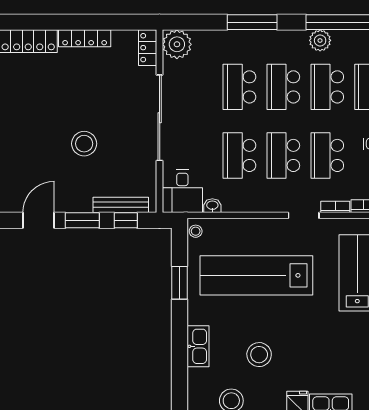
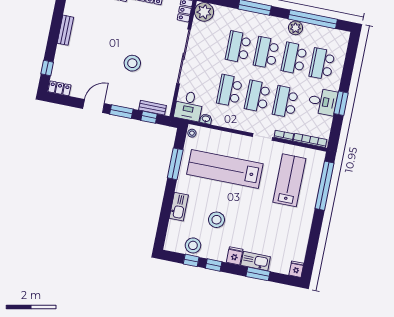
bench: (121, 205) -> (152, 108), width x0.73
window: (180, 283) -> (175, 164), width x1.44

